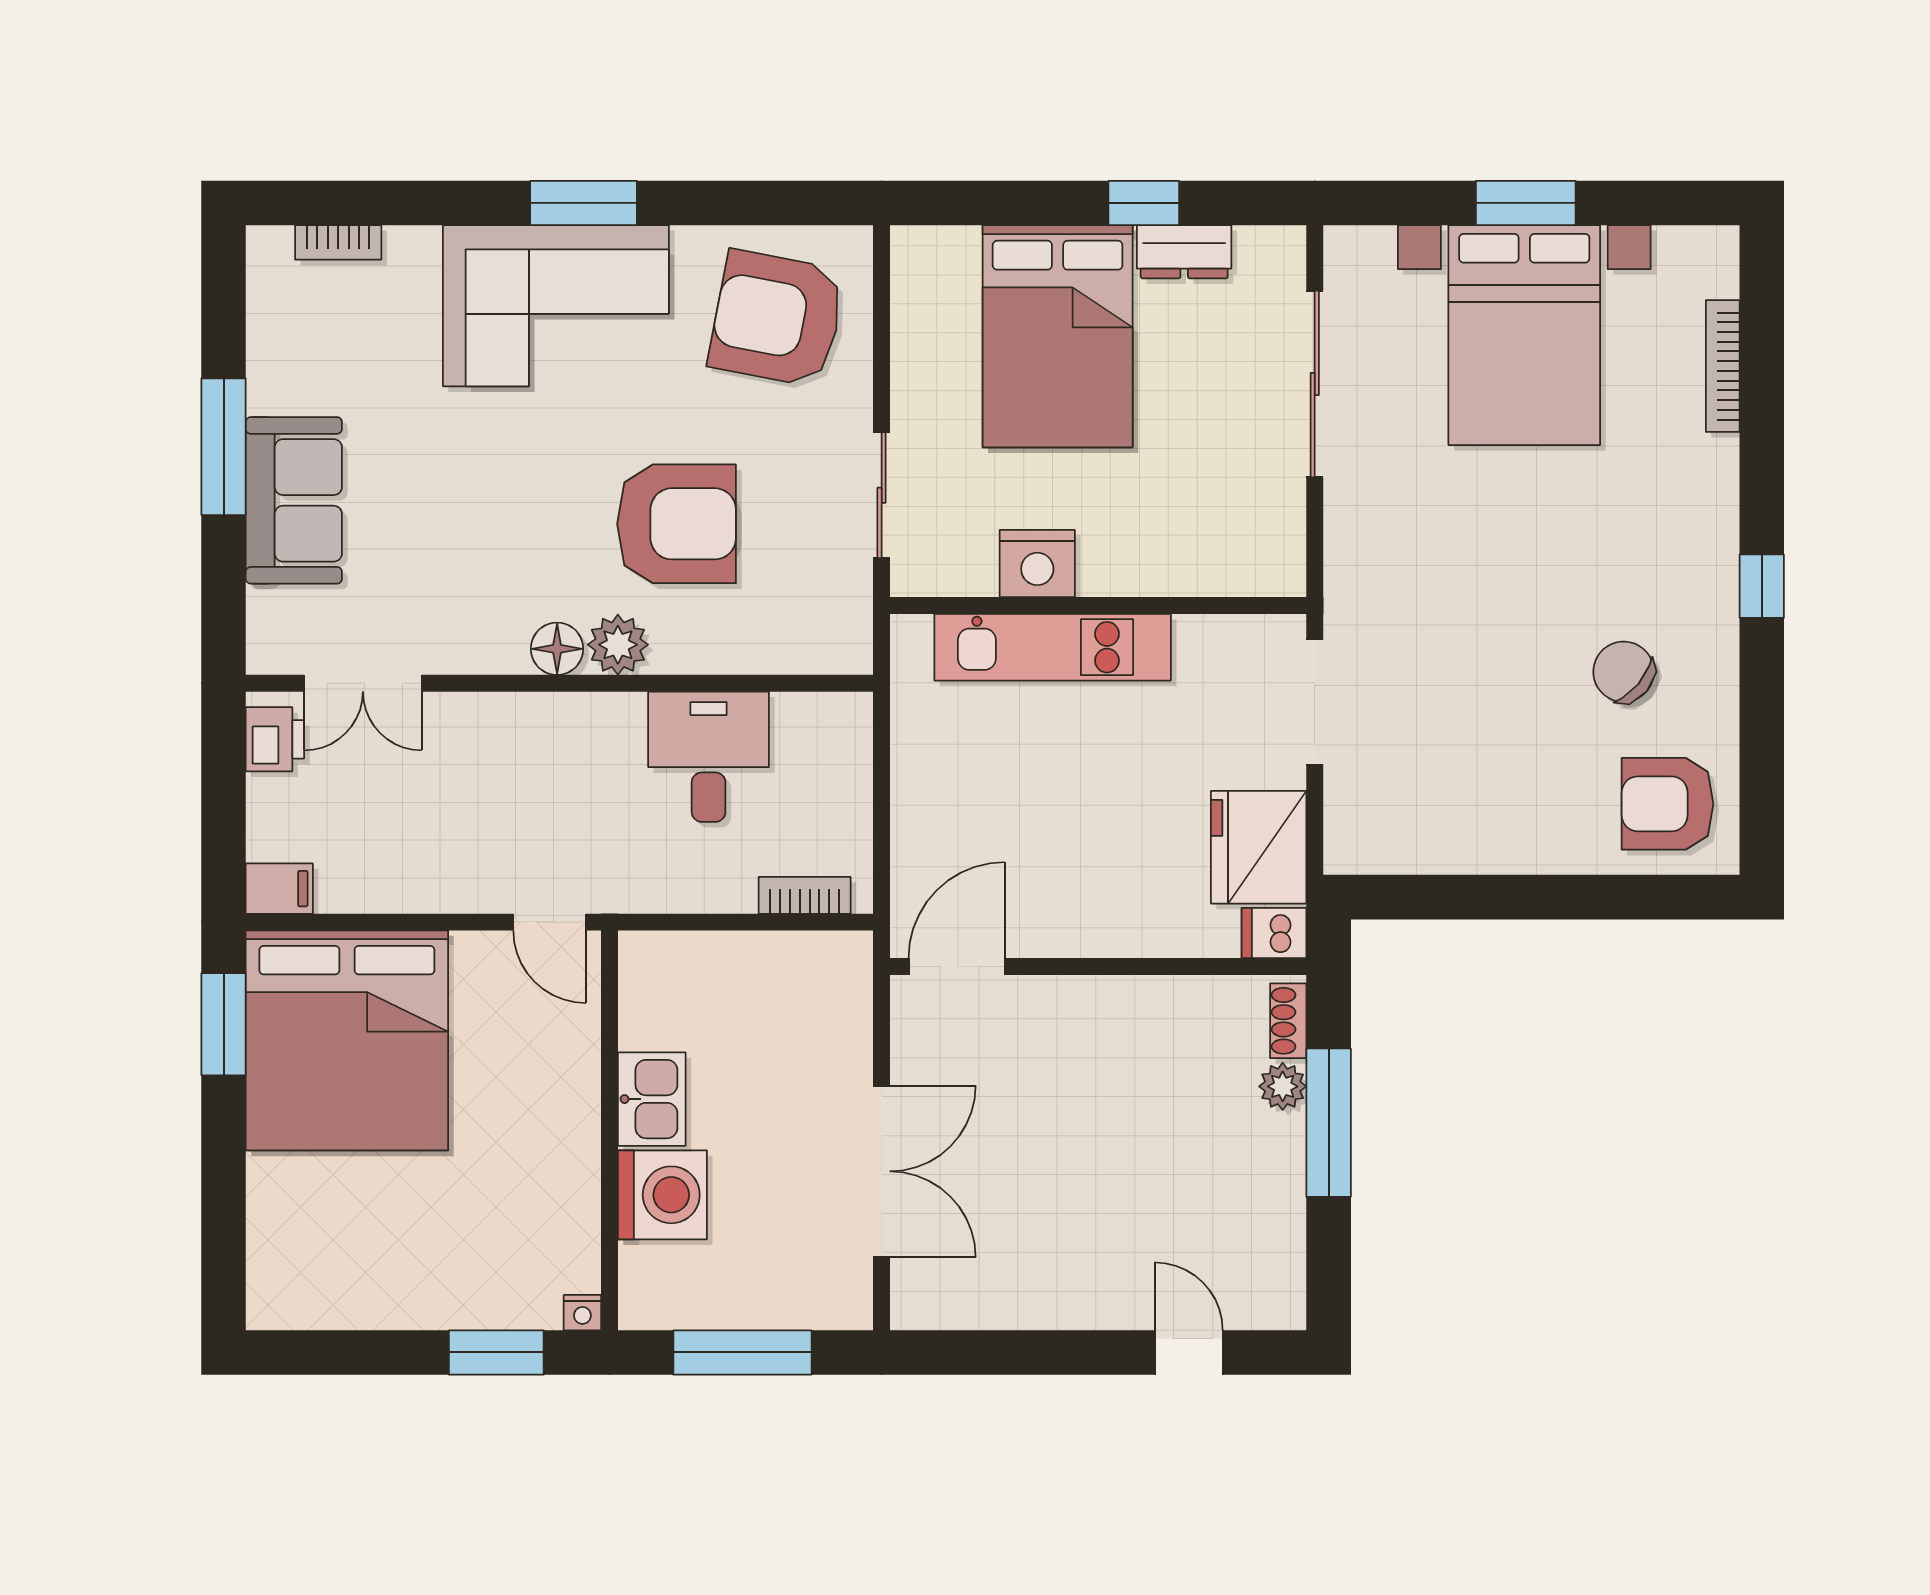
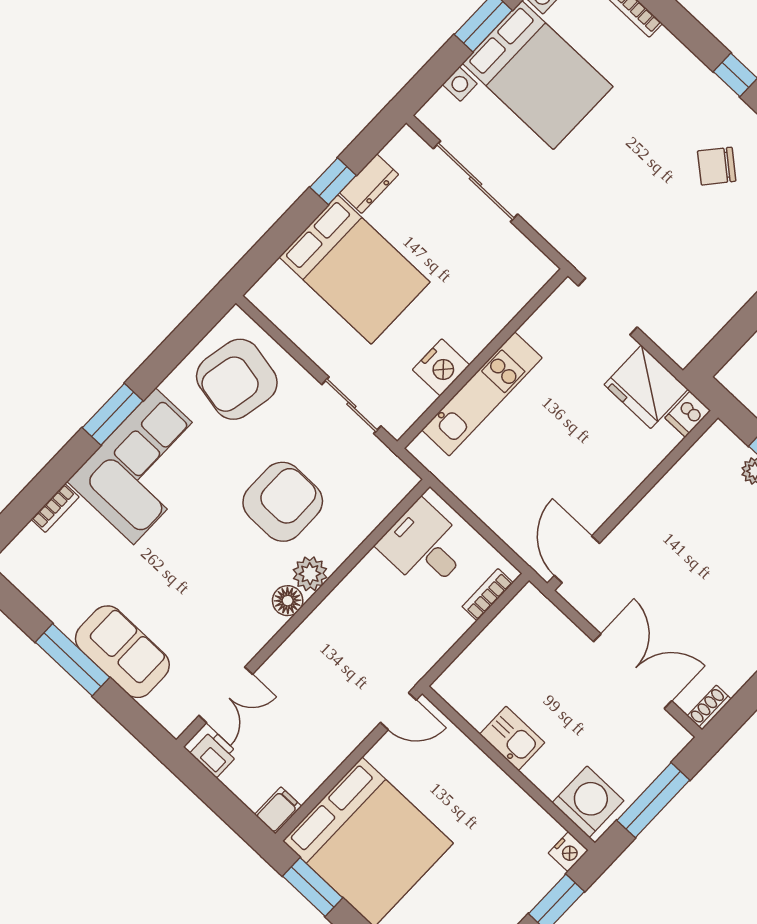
bookcase: (338, 242) -> (55, 508), moved
desk: (709, 757) -> (424, 546), moved
shoe rack: (1288, 1021) -> (709, 707), moved, turned 90
washing machine: (662, 1195) -> (588, 802), moved
nightstand: (582, 1313) -> (568, 852), width x1.39, depth x1.35

